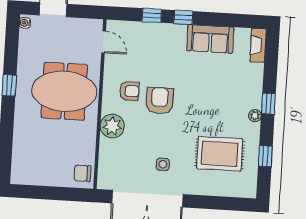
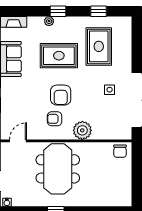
armchair: (129, 91) -> (55, 119), turned -90
armchair: (160, 101) -> (61, 95), turned -90
rug: (211, 101) -> (59, 56), added
plant: (255, 116) -> (49, 21), moved

